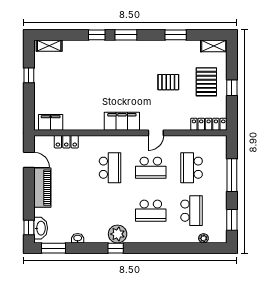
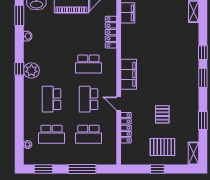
locker: (209, 124) -> (126, 128), moved
locker: (66, 142) -> (111, 32), width x1.53
school desk: (192, 168) -> (88, 134), turned 180

